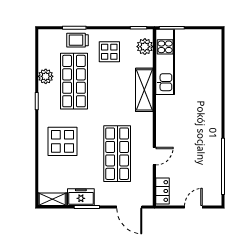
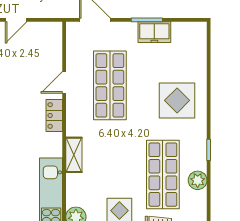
shelving: (144, 90) -> (74, 155), width x0.67, depth x0.75
locker: (162, 191) -> (54, 115), moved
shelving: (52, 199) -> (189, 29), removed

